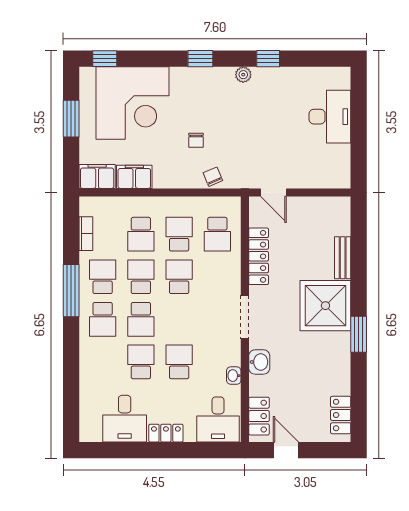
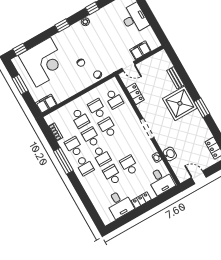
filing cabinet: (134, 177) -> (140, 50), moved
locker: (259, 256) -> (135, 94), width x0.66
washbasin: (259, 362) -> (170, 154), moved
locker: (259, 416) -> (178, 169), removed

